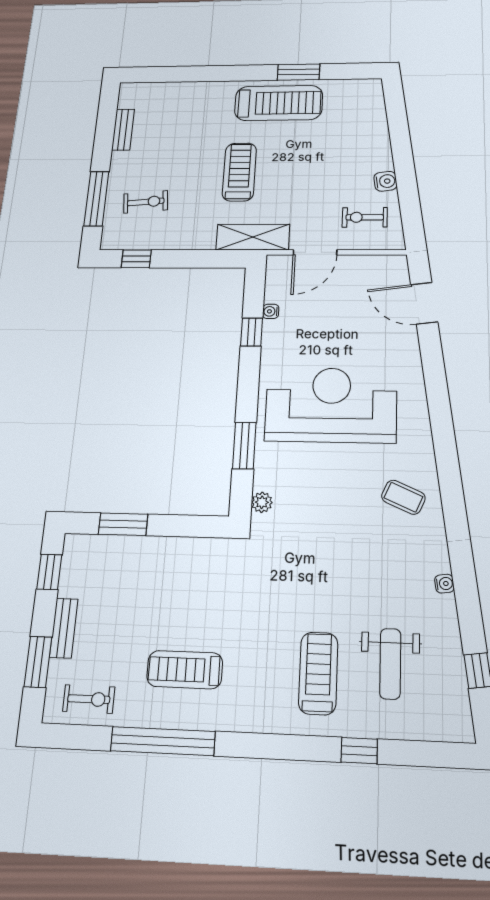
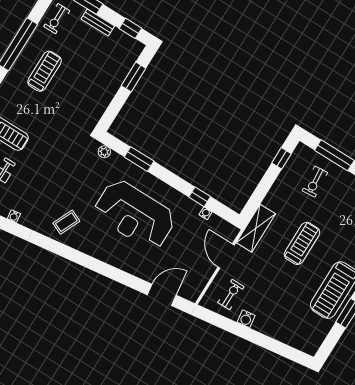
treadmill: (239, 172) -> (302, 243), turned -90
reception desk: (331, 405) -> (135, 215), turned 90

